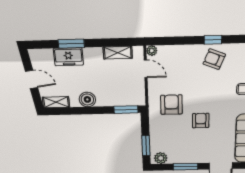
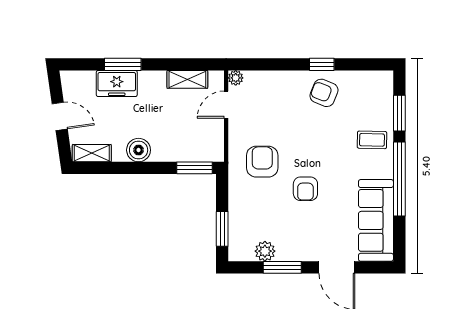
door: (146, 69) -> (226, 105), swing flipped
armchair: (201, 121) -> (305, 189), turned 180
plant: (161, 158) -> (265, 251), moved

